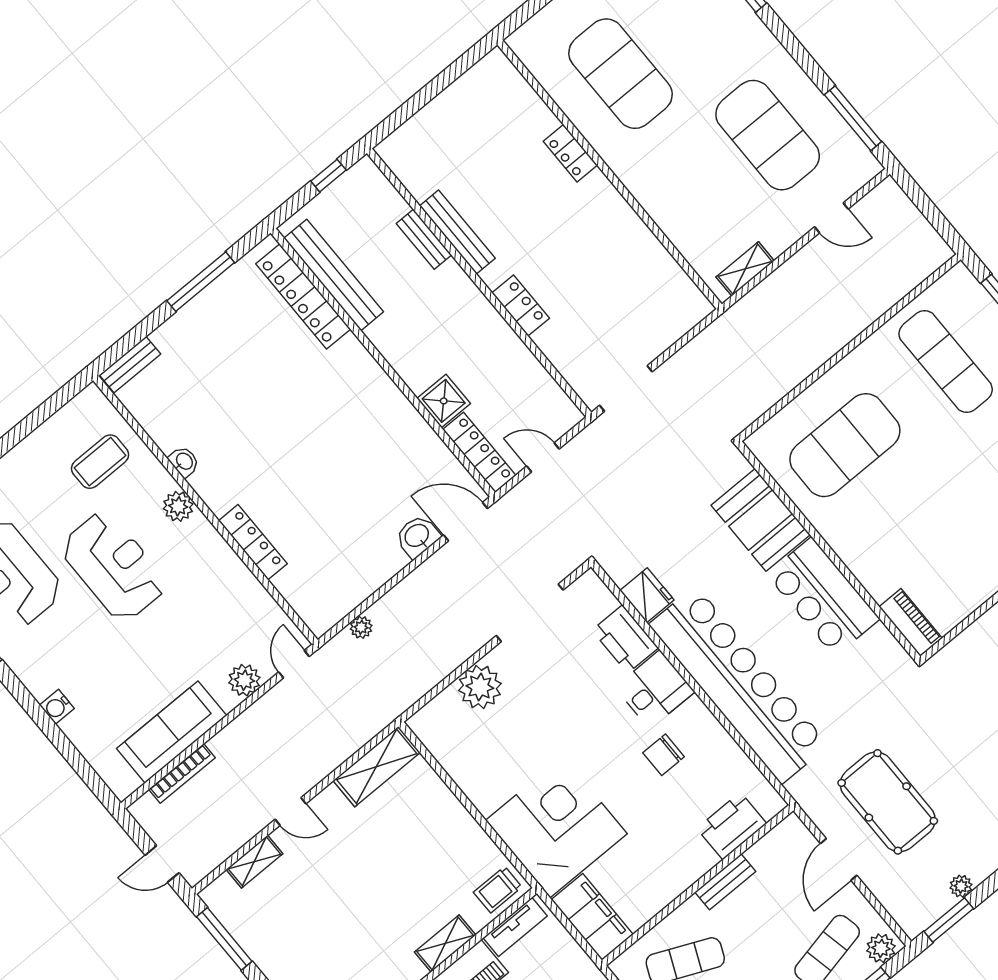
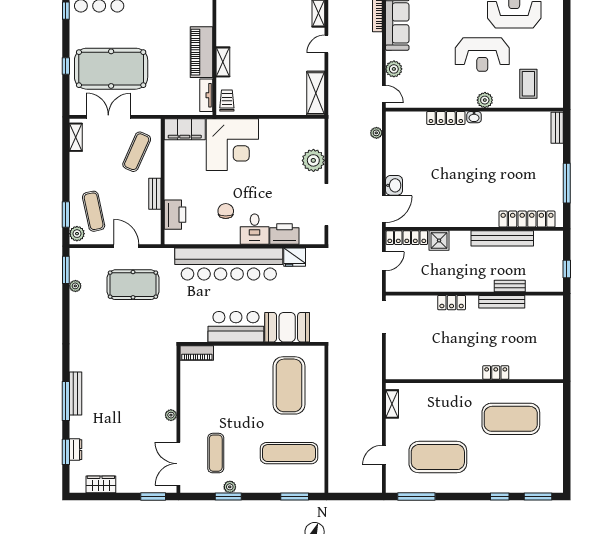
bench: (334, 275) -> (502, 238), moved
washbasin: (184, 462) -> (474, 117), moved

